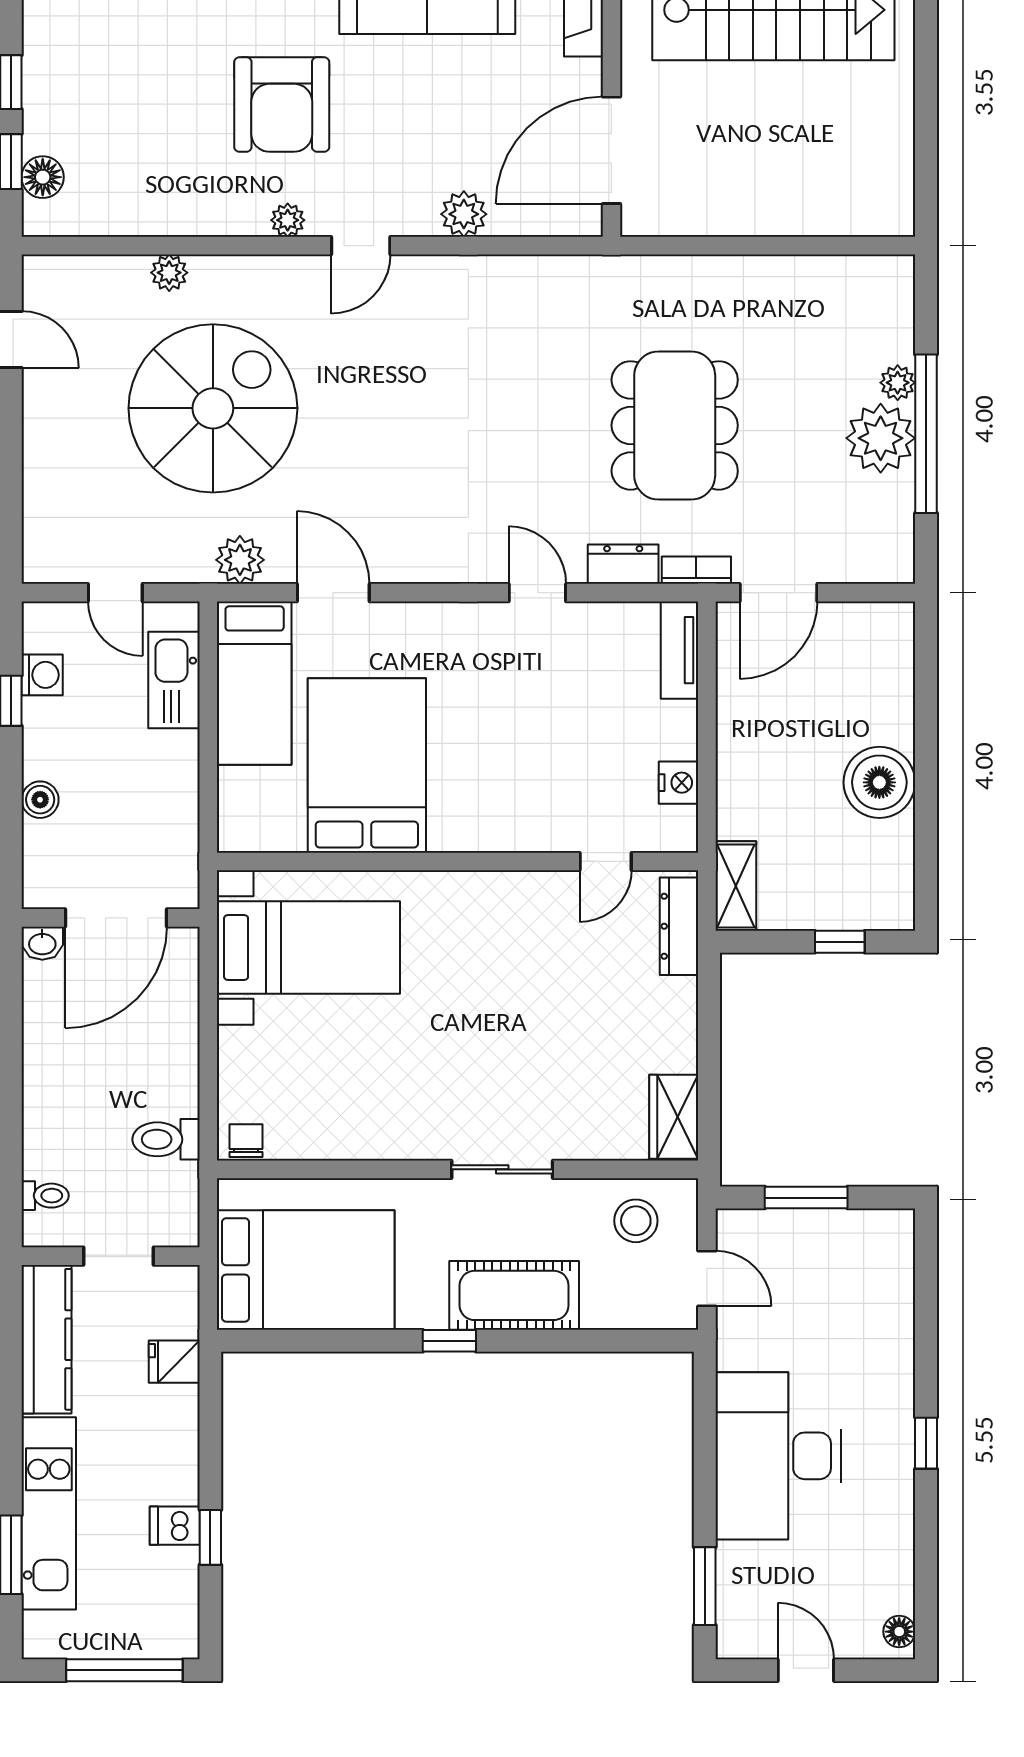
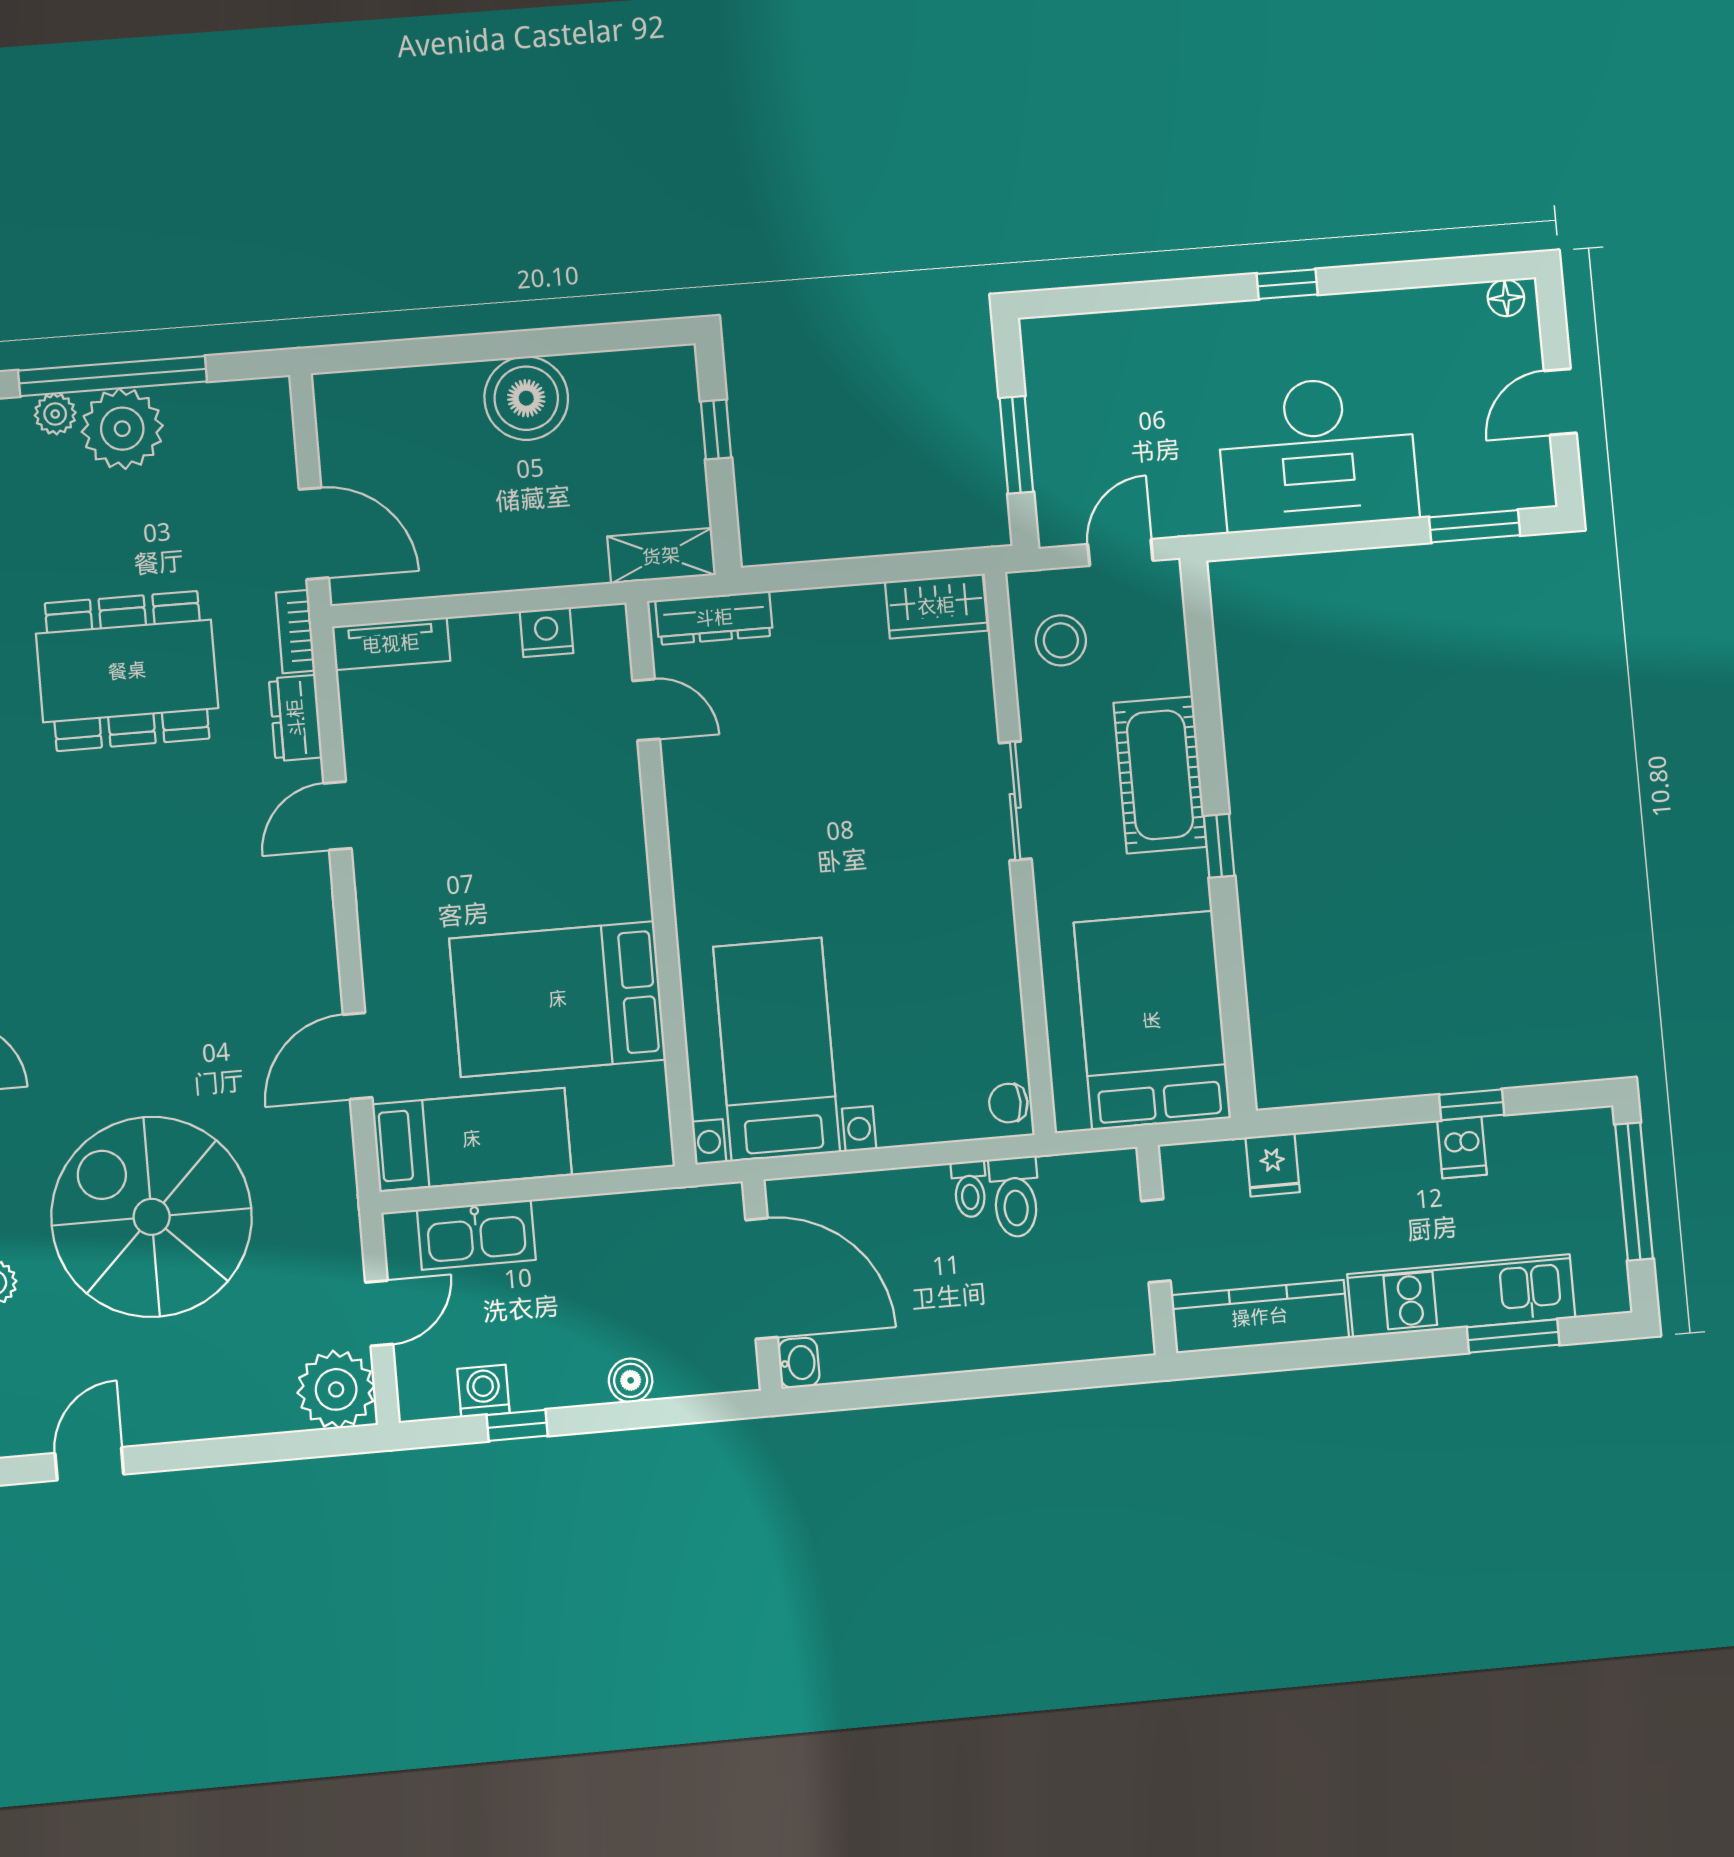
plant: (240, 560) -> (336, 1389), moved, width x1.36, depth x1.36
toilet: (45, 1196) -> (970, 1189), moved, turned 180

